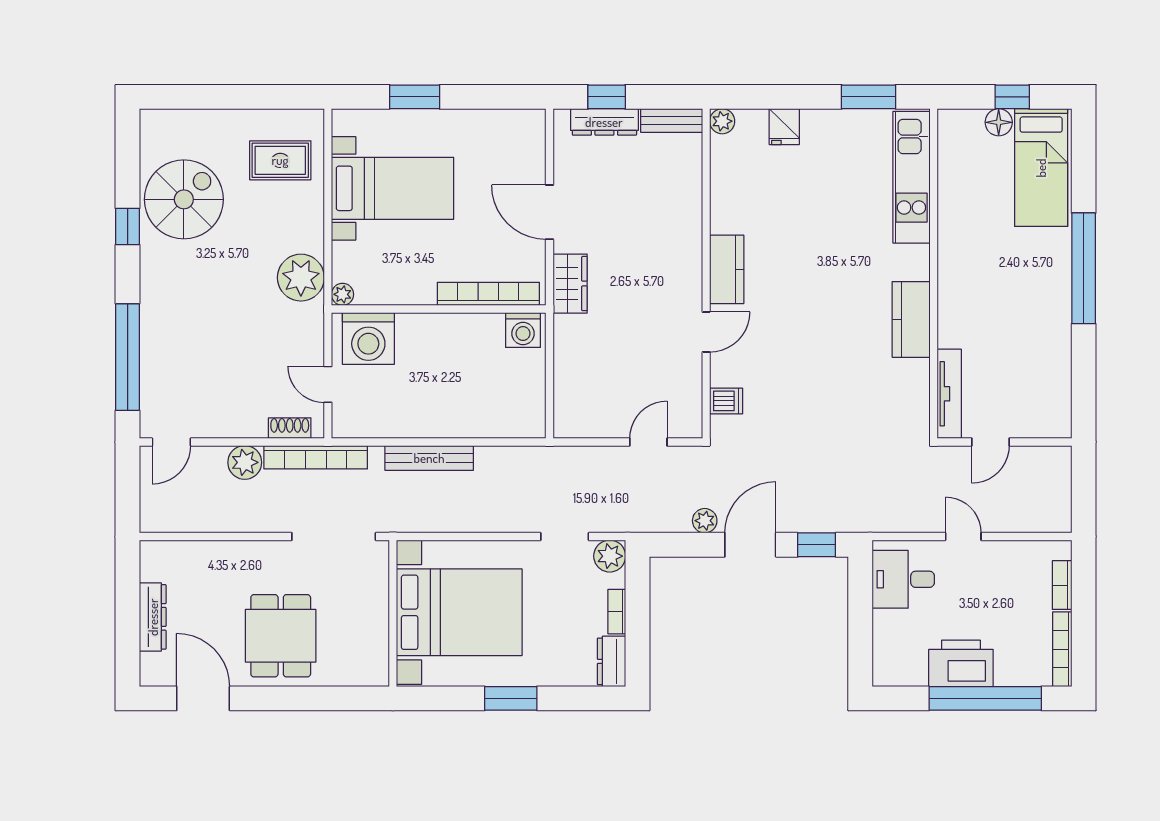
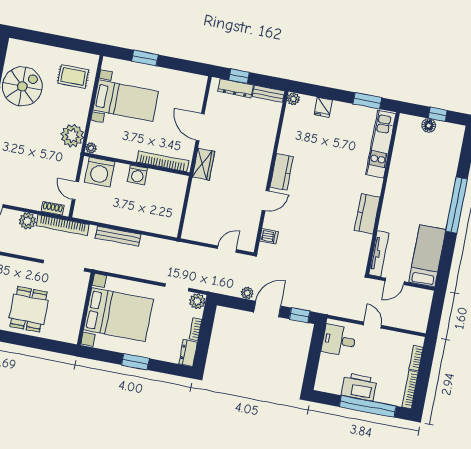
bed: (1041, 168) -> (427, 256), moved, turned 180
washing machine: (523, 330) -> (138, 175), moved

